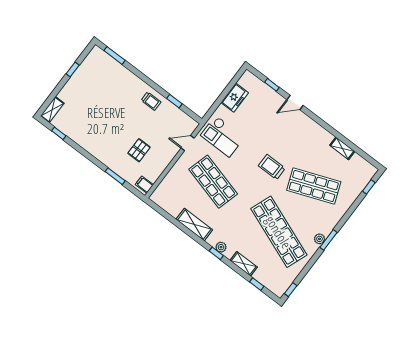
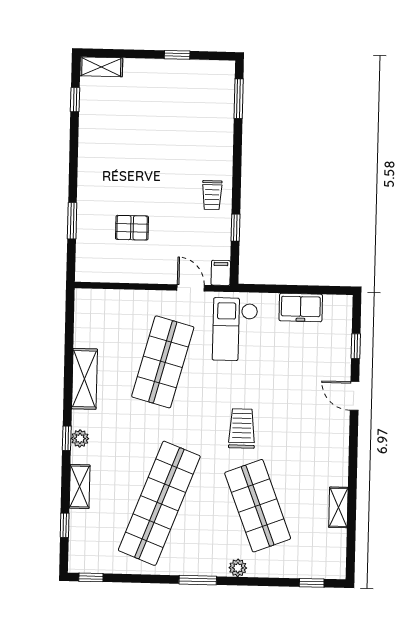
filing cabinet: (144, 185) -> (221, 273), moved
plant: (319, 239) -> (238, 568), moved

